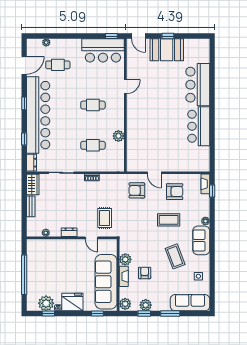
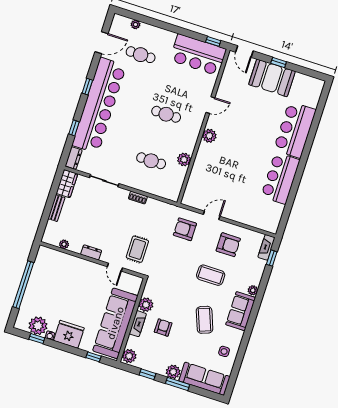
plant: (132, 111) -> (209, 136), added
door: (154, 173) -> (212, 215), swing flipped
plant: (146, 305) -> (173, 372), moved

